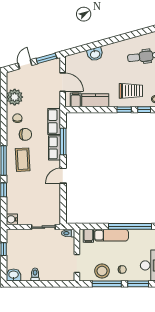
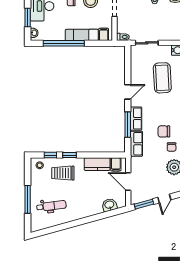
washbasin: (95, 54) -> (109, 205), moved
coffee table: (23, 160) -> (162, 78), moved, width x1.36, depth x1.32

